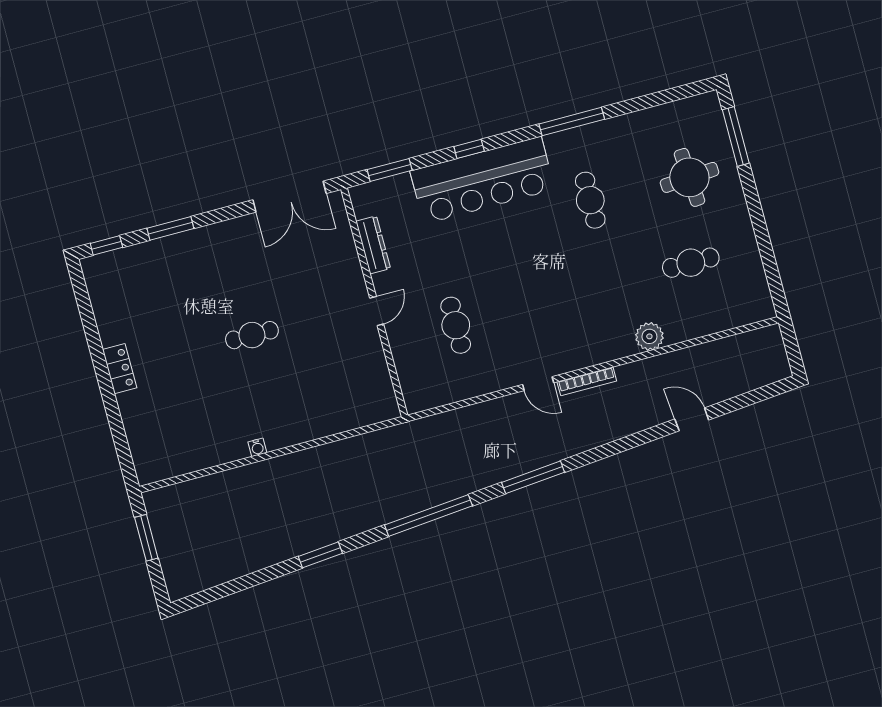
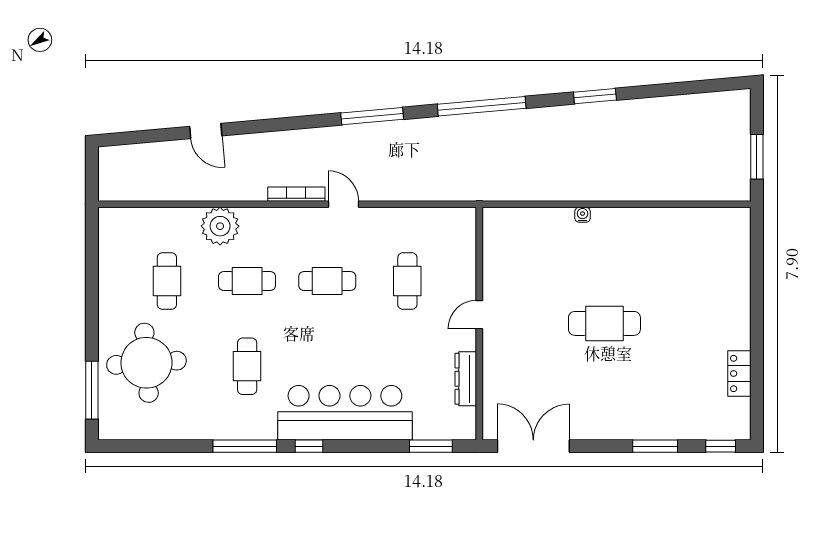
window: (469, 149) -> (309, 446), moved
round table: (689, 177) -> (146, 363), width x1.36, depth x1.36
cafe table: (691, 263) -> (167, 281), turned 90
cafe table: (612, 284) -> (247, 281), added
cafe table: (534, 304) -> (327, 281), added
cafe table: (252, 335) -> (604, 323), width x1.37, depth x1.35
plant: (649, 336) -> (220, 226), width x1.36, depth x1.36
locker: (120, 369) -> (739, 374), moved
water cooler: (257, 447) -> (583, 215), moved

